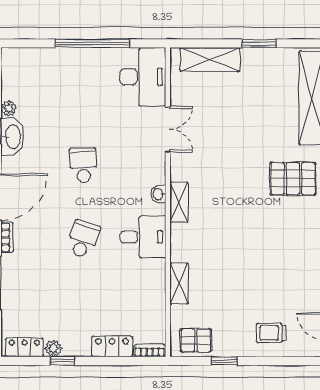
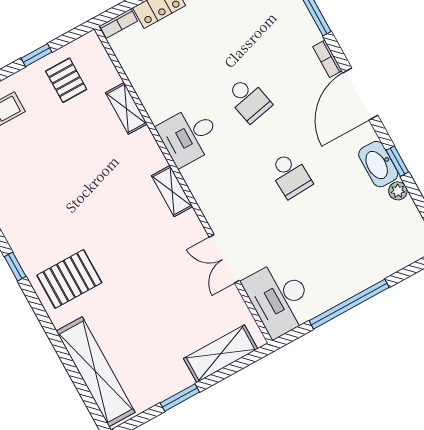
washbasin: (158, 194) -> (198, 188), removed
school desk: (83, 239) -> (249, 100), turned -30
pallet: (196, 340) -> (66, 80), moved, turned 90

